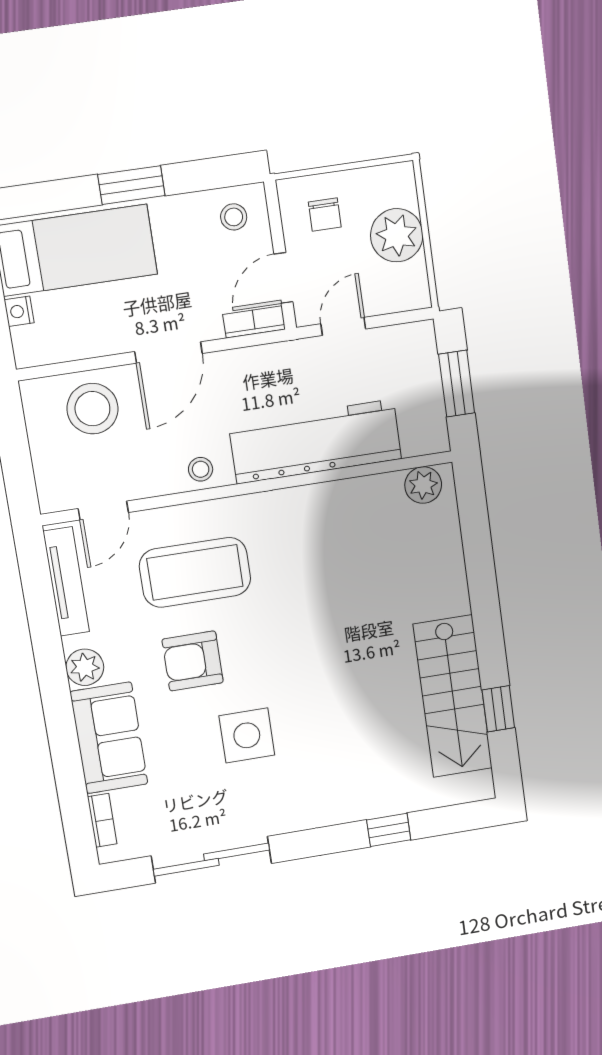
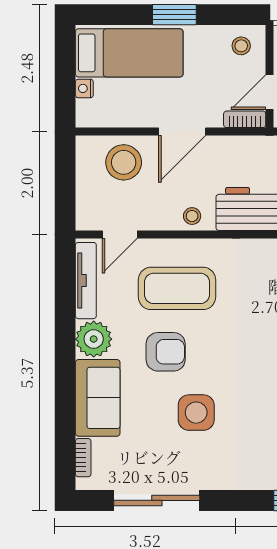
armchair: (193, 661) -> (166, 352), turned 180
plant: (85, 667) -> (94, 339), width x1.36, depth x1.36

